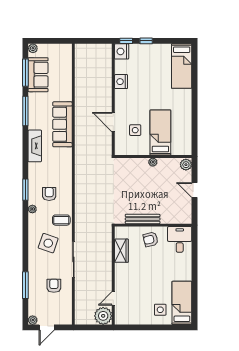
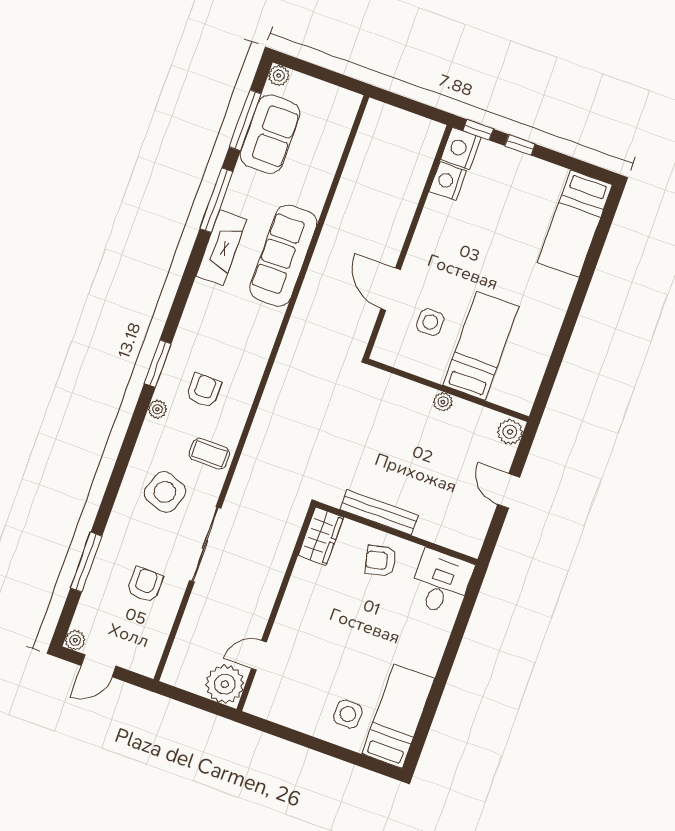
nightstand: (121, 82) -> (448, 181), moved
fireplace: (35, 146) -> (221, 248), moved
wardrobe: (121, 251) -> (321, 536), moved

